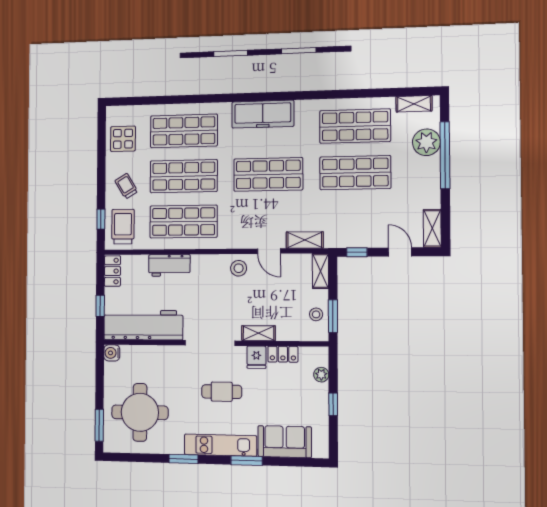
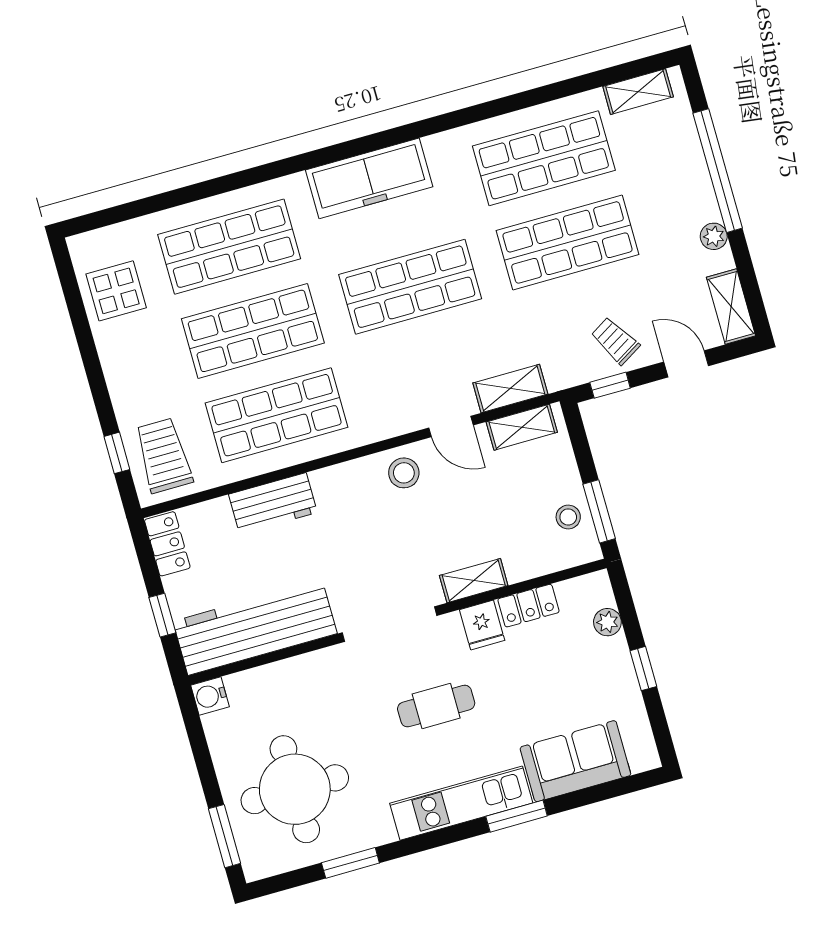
plant: (426, 142) -> (714, 236), moved, width x0.53, depth x0.53
trolley: (126, 186) -> (615, 341), moved
shelving: (320, 271) -> (522, 427), moved, turned 90
window: (183, 459) -> (350, 863), moved

